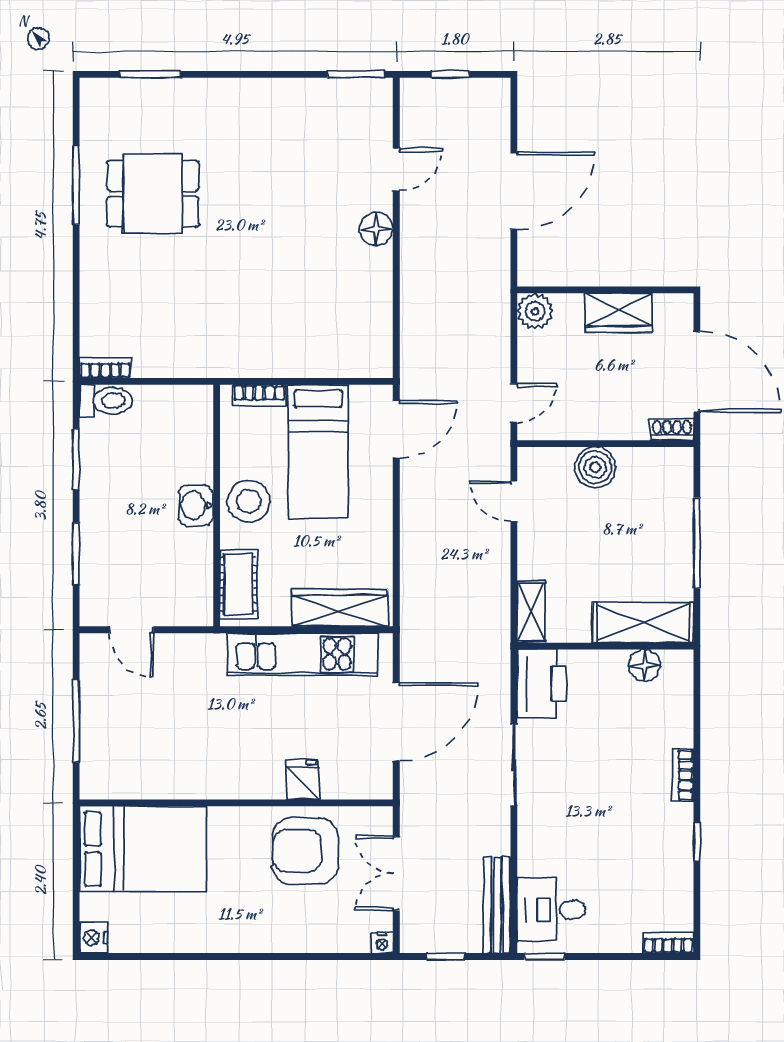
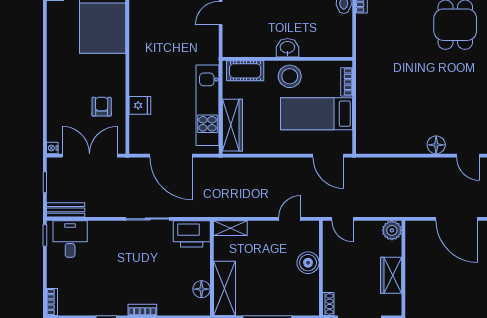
armchair: (305, 851) -> (102, 107), width x0.53, depth x0.53
double door: (396, 873) -> (90, 156), width x1.37
bench: (497, 905) -> (66, 210), width x0.73

